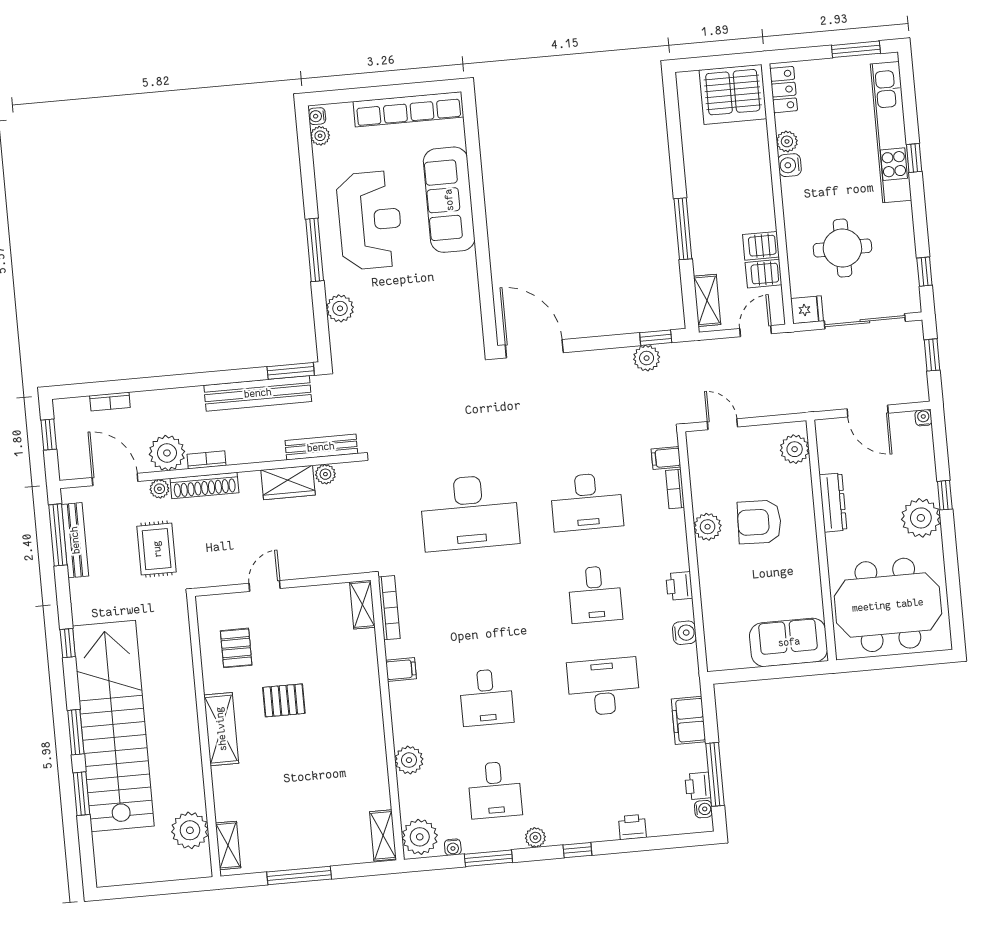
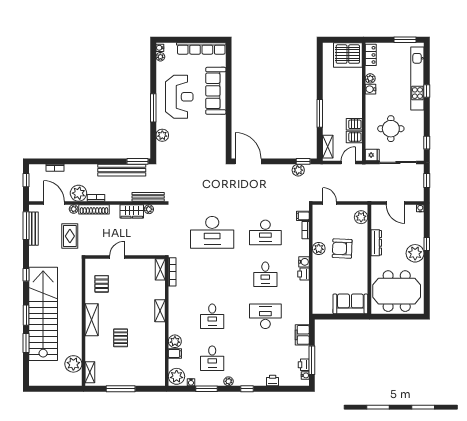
water cooler: (684, 633) -> (304, 262), moved
filing cabinet: (401, 670) -> (175, 353), moved
pallet: (284, 700) -> (121, 338), moved, turned 90
shelving: (383, 835) -> (160, 311), moved

